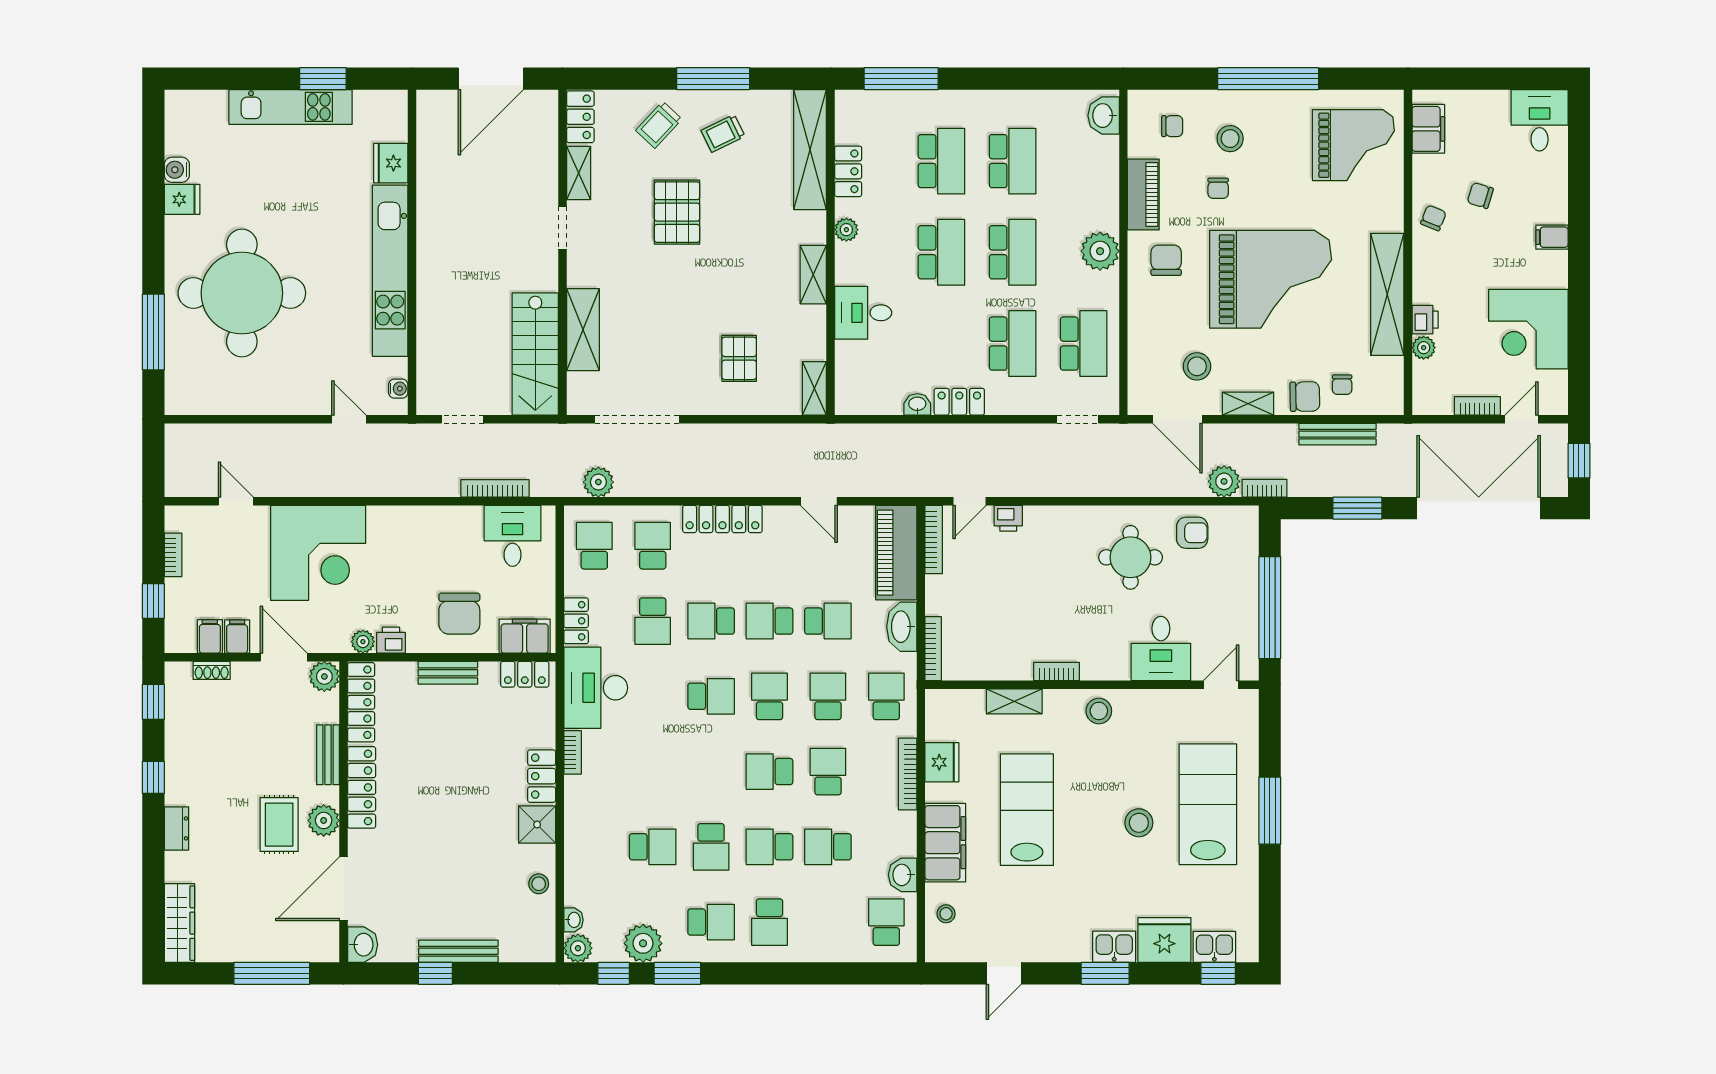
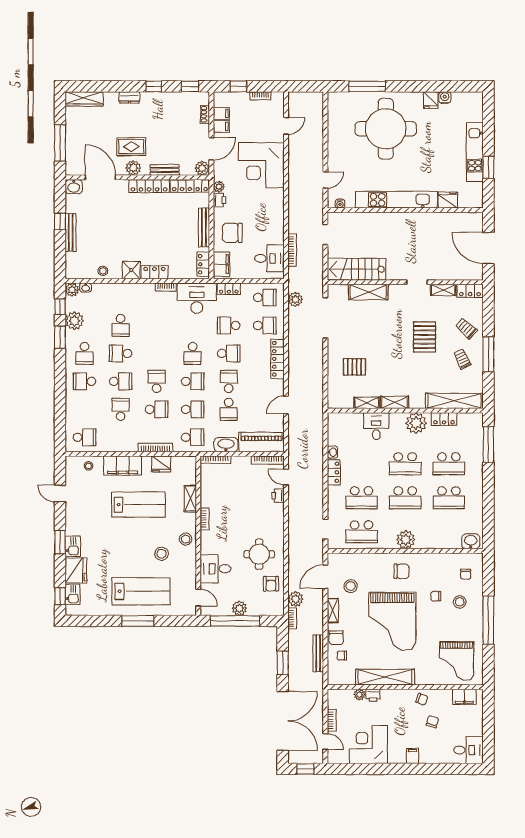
piano: (1143, 194) -> (433, 560), removed
pallet: (677, 212) -> (424, 337), turned 90
plant: (846, 230) -> (416, 423), width x1.87, depth x1.87
shelving: (814, 388) -> (367, 403), moved
plant: (1243, 599) -> (239, 608), added
school desk: (711, 621) -> (229, 353), turned 90
bench: (448, 673) -> (204, 227), width x1.36
stool: (1139, 823) -> (162, 554), moved
school desk: (770, 847) -> (121, 381), turned 90
washbasin: (903, 875) -> (107, 445), removed

